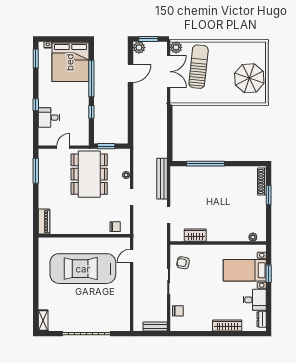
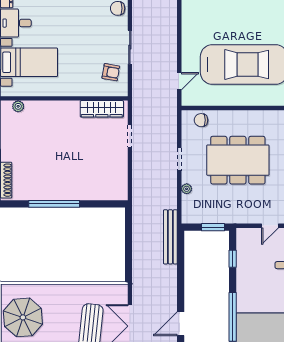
window: (91, 112) -> (233, 259), moved
window: (205, 164) -> (54, 204), moved
dining table: (89, 174) -> (238, 160), moved, turned 90
bench: (162, 179) -> (170, 237), moved
wardrobe: (195, 235) -> (102, 109), width x1.50

